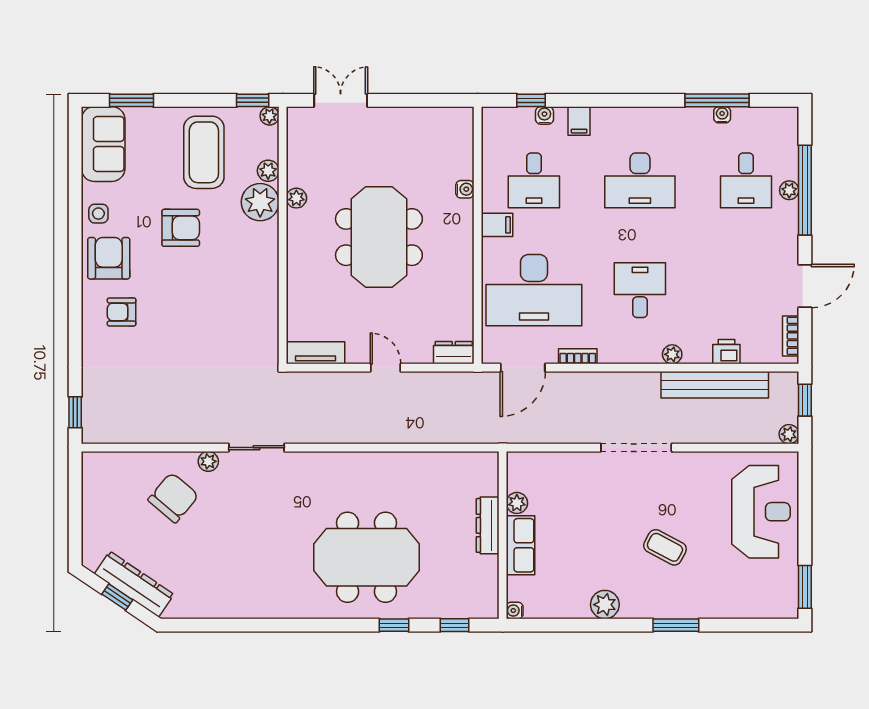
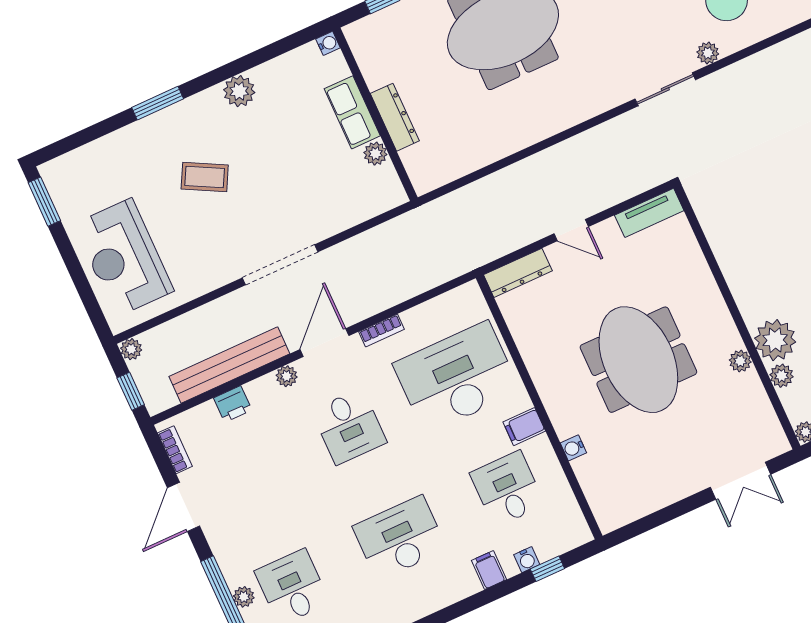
dresser: (454, 353) -> (518, 273), width x1.44
door: (523, 368) -> (324, 343), moved

